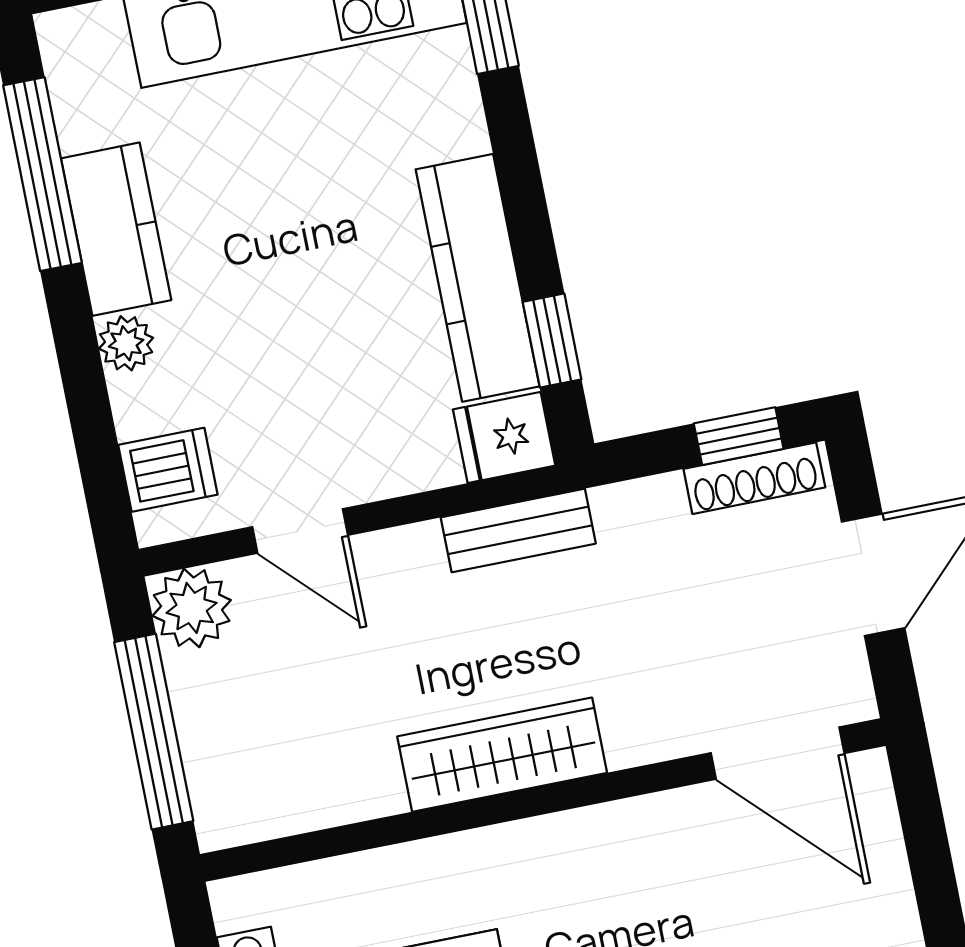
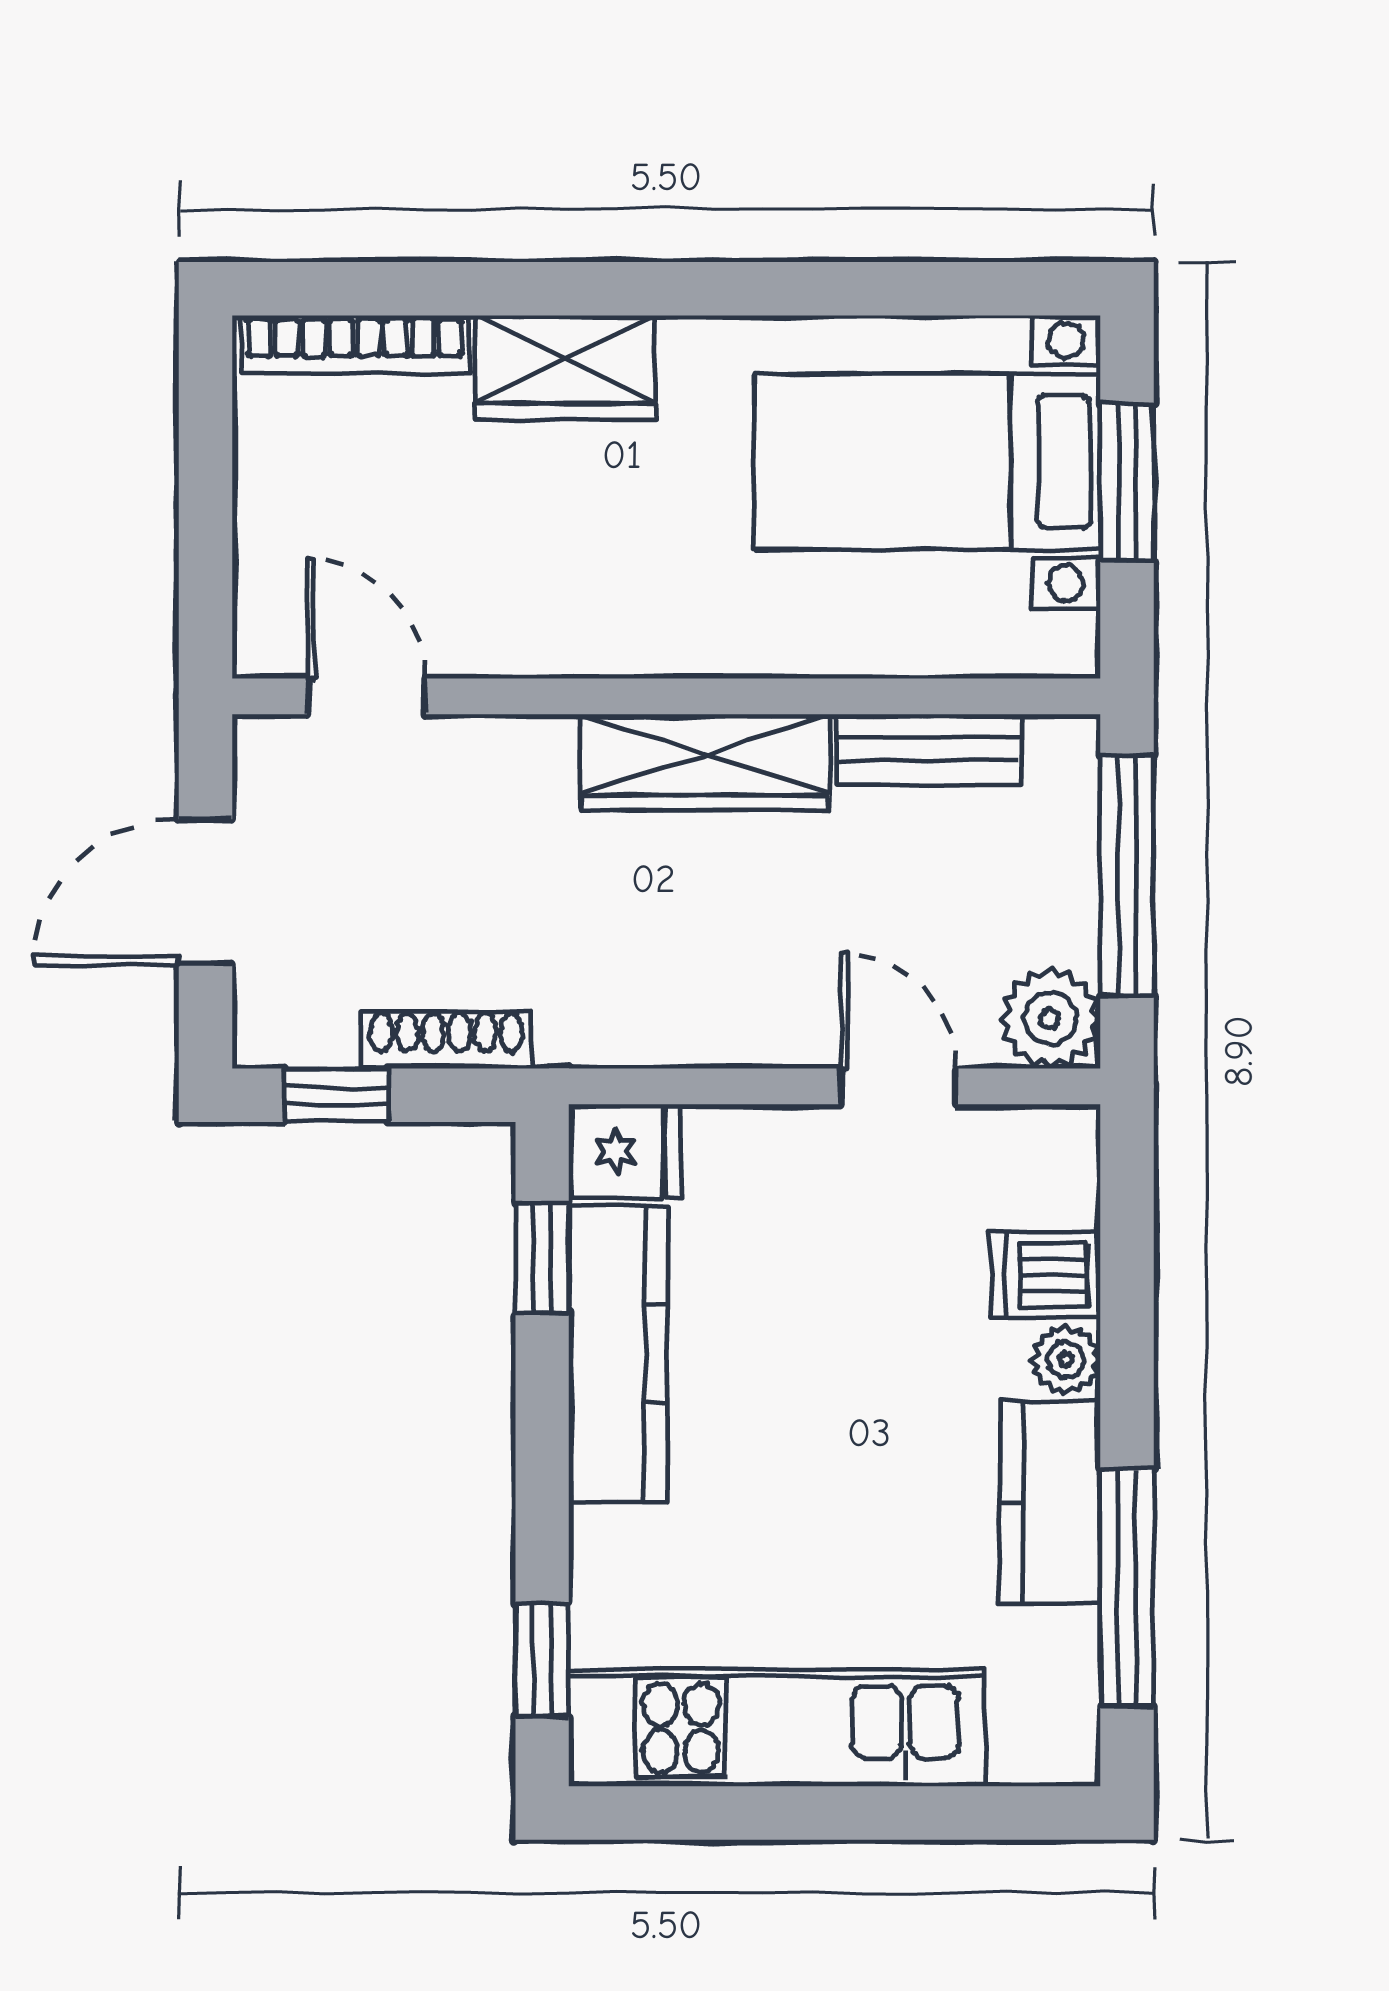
dishwasher: (168, 470) -> (1045, 1275), moved
shoe rack: (754, 478) -> (446, 1040), moved
bench: (518, 530) -> (928, 749), moved
door: (778, 753) -> (366, 696), width x0.73

